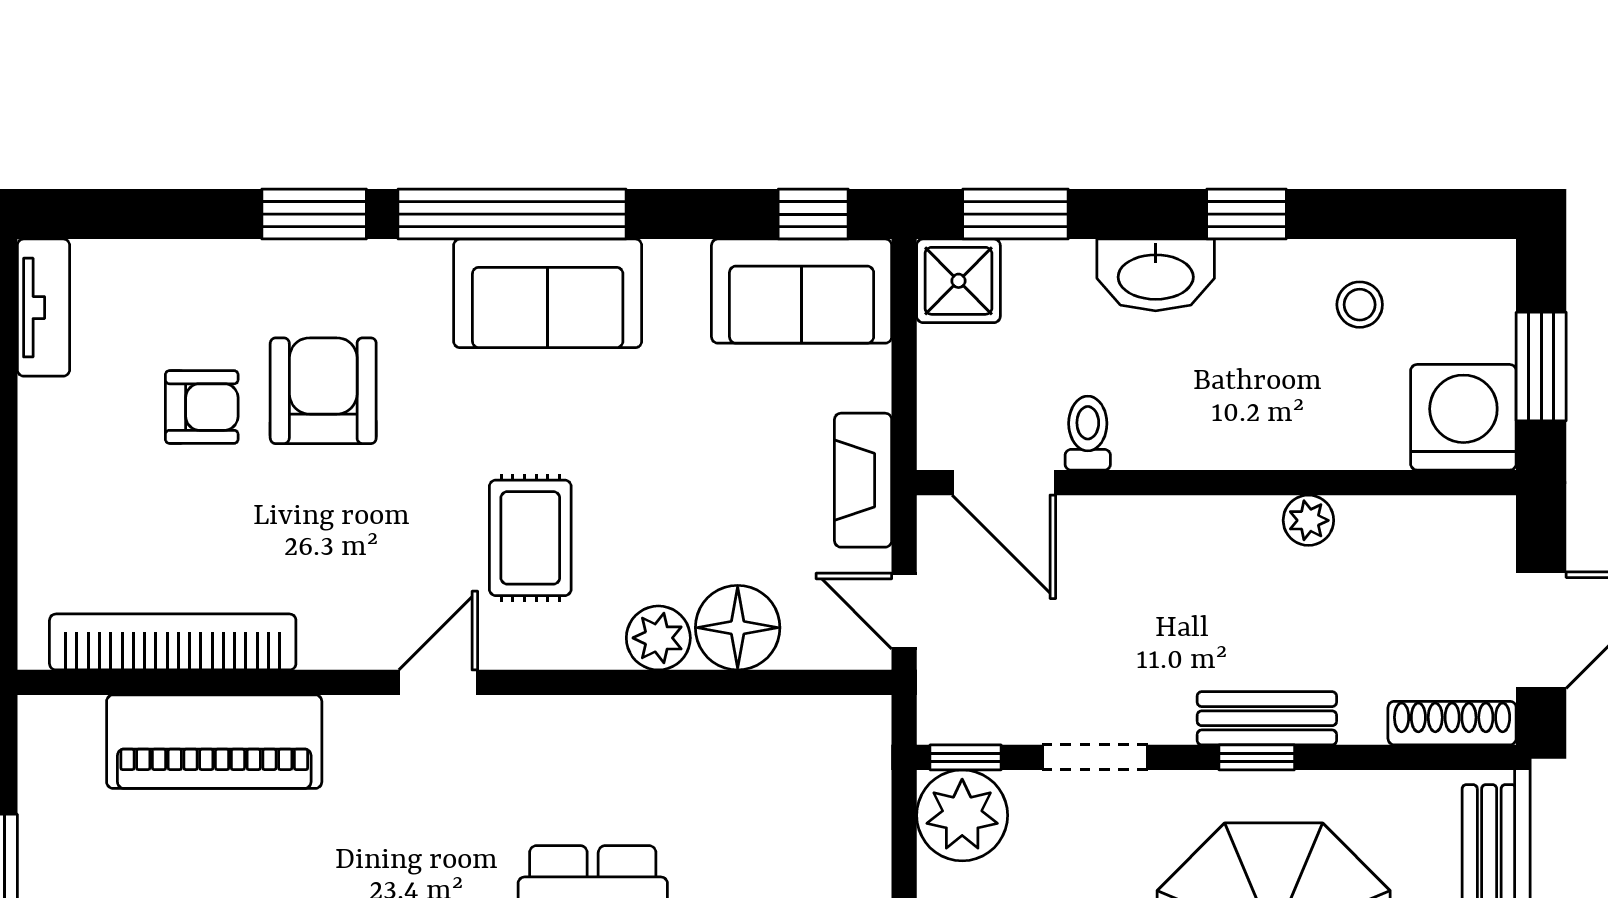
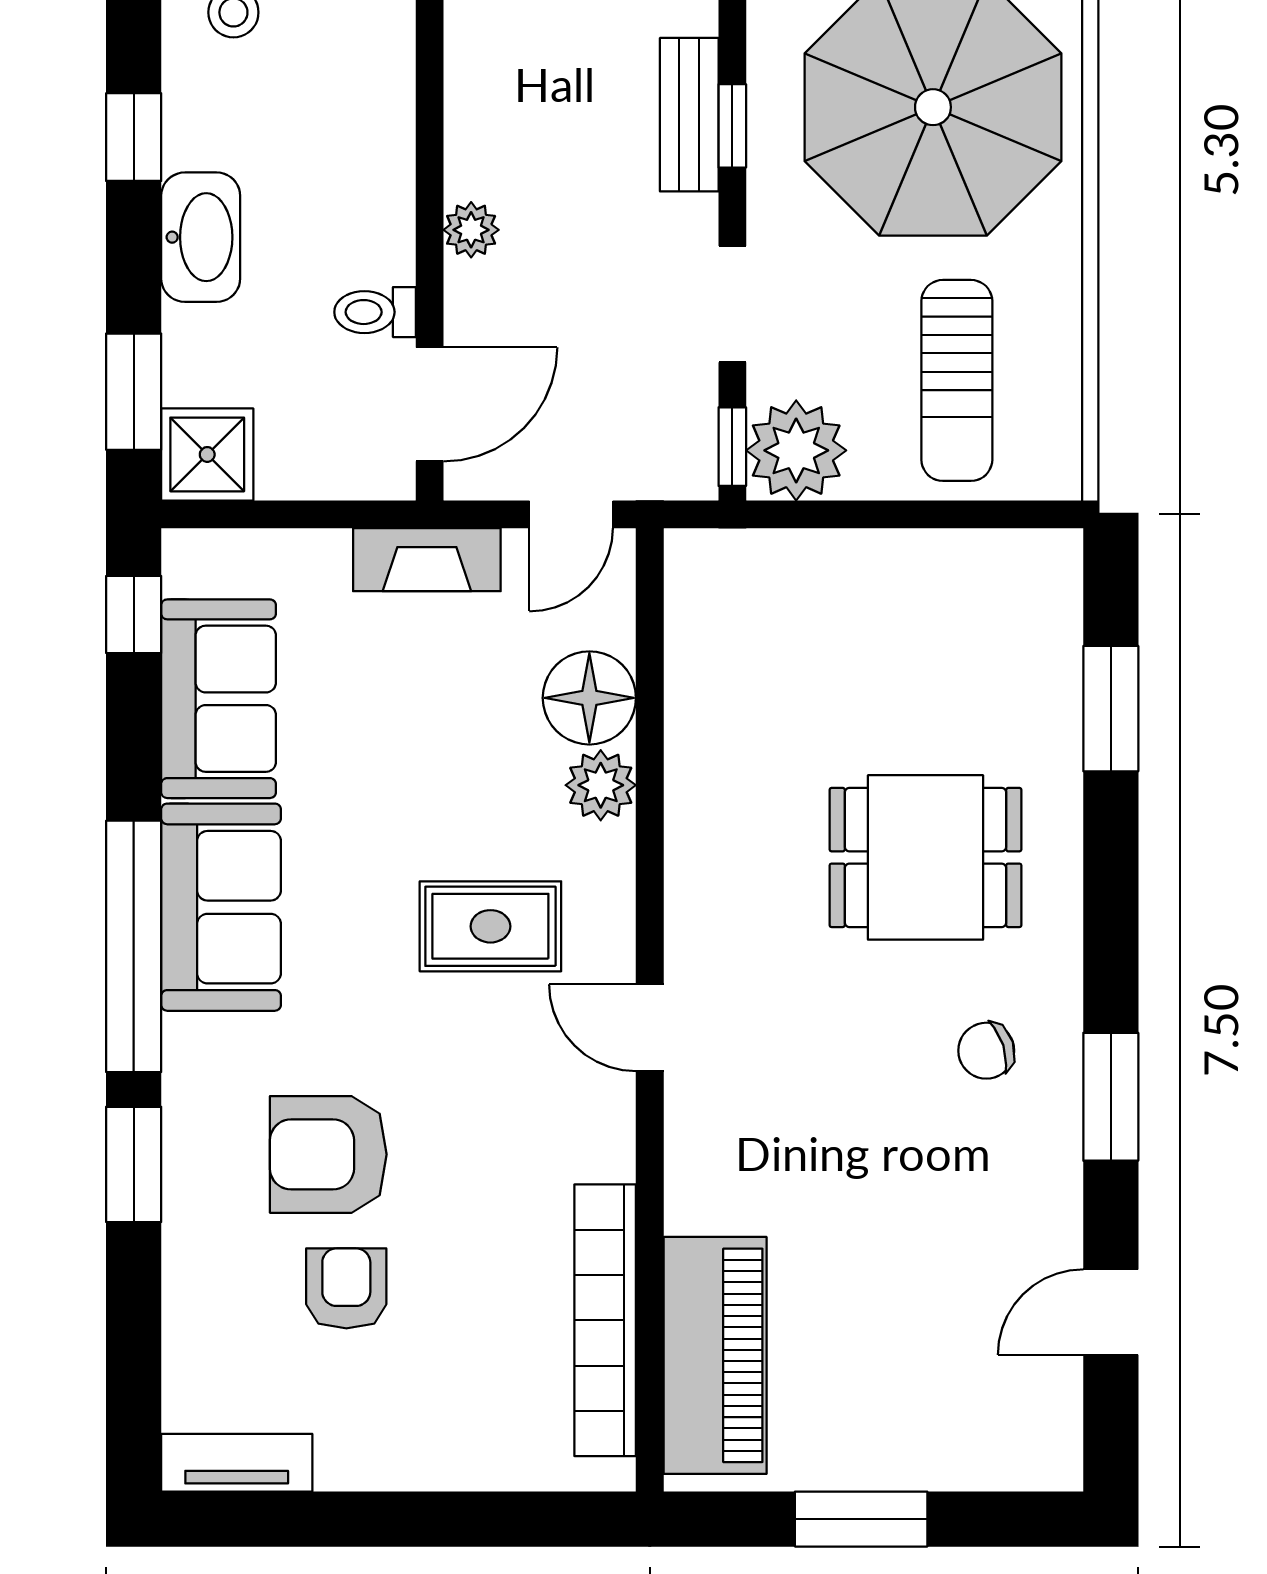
sofa: (802, 291) -> (219, 699), moved
plant: (1308, 520) -> (471, 230), moved
piano: (214, 742) -> (715, 1355), moved

